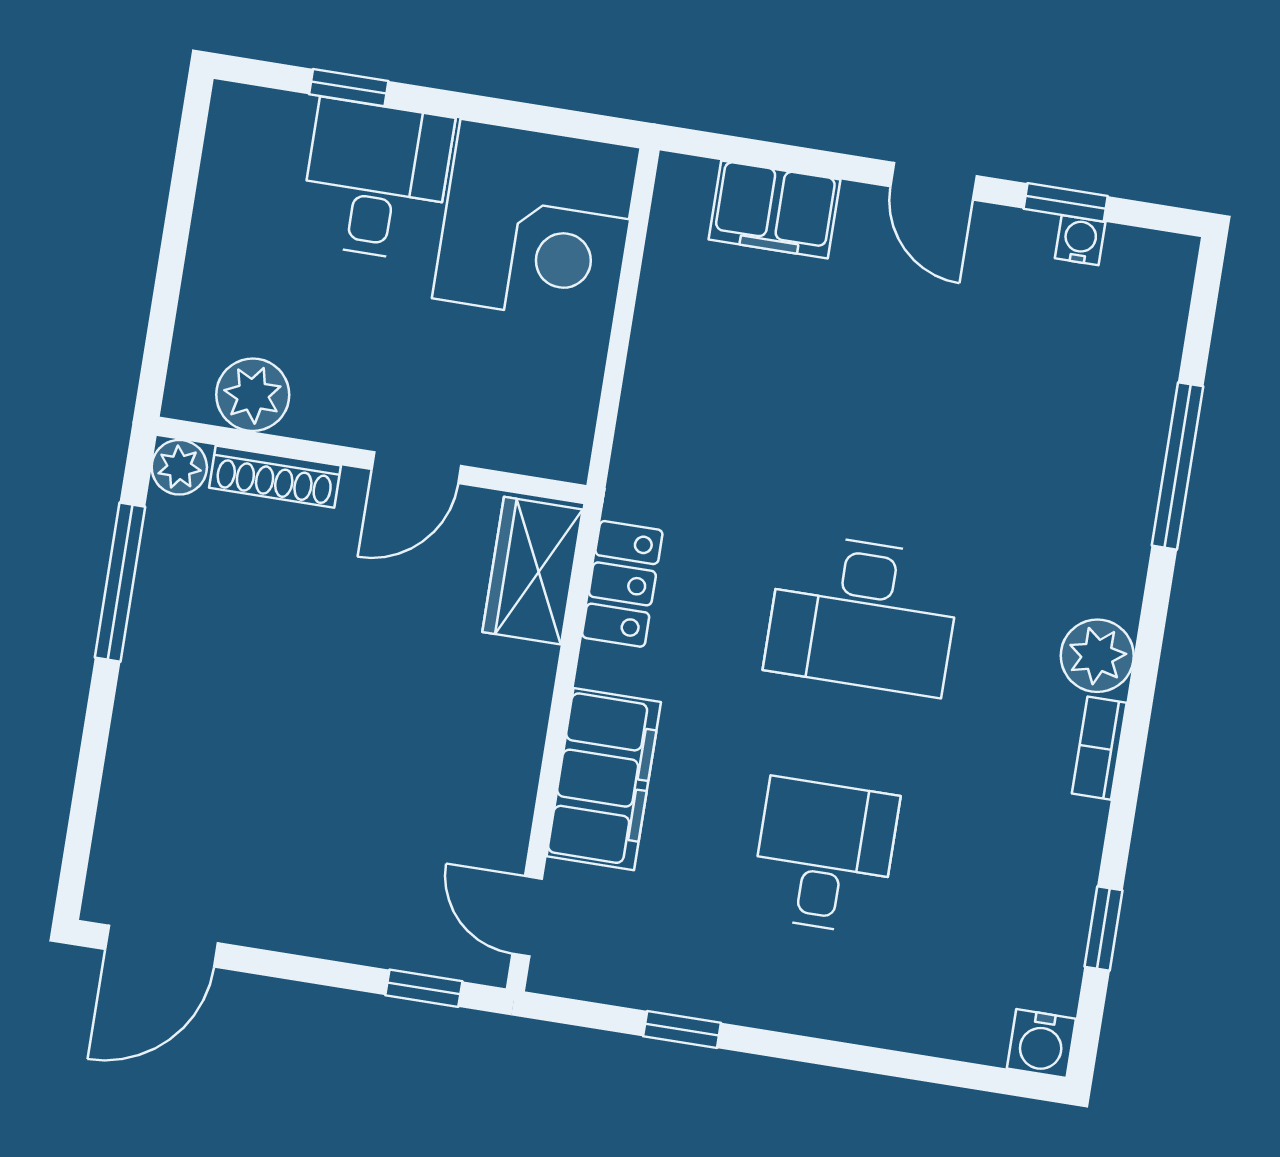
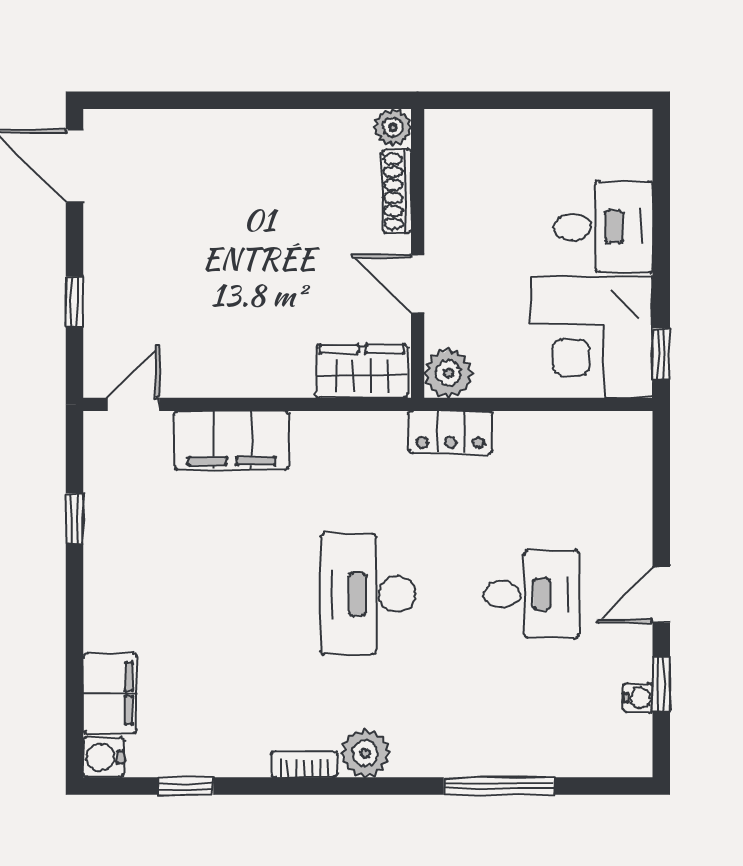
window: (349, 88) -> (661, 354), moved
filing cabinet: (774, 210) -> (110, 693), moved, turned 180
plant: (253, 395) -> (448, 373), moved
window: (120, 582) -> (311, 100), removed
locker: (622, 584) -> (450, 432), moved
desk: (824, 856) -> (531, 594), moved
window: (424, 988) -> (75, 302), moved

